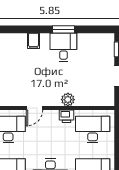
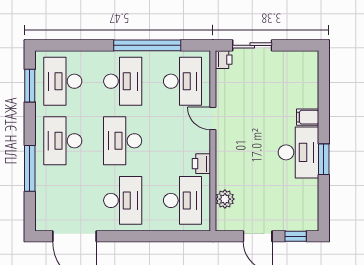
desk: (63, 47) -> (299, 152), width x1.37
plant: (68, 100) -> (225, 199), moved

